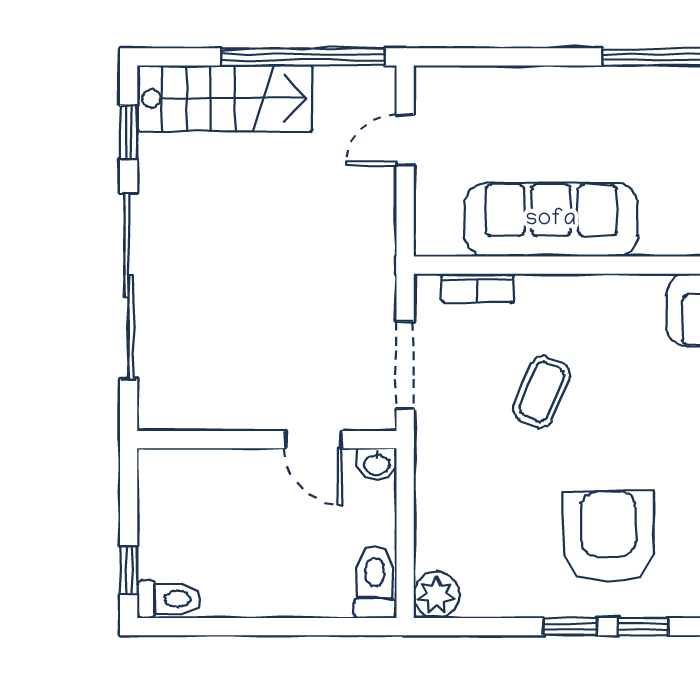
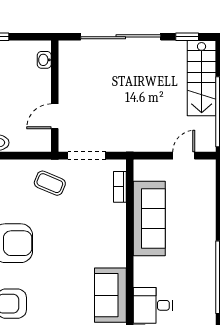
door: (405, 140) -> (184, 156), hinge flipped
coffee table: (542, 392) -> (50, 183), moved
washbasin: (377, 464) -> (44, 60), moved

